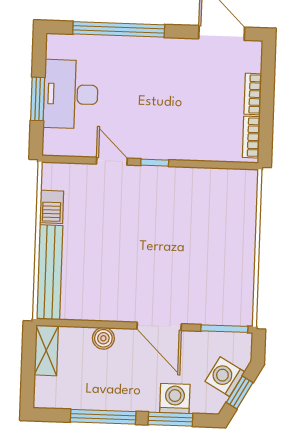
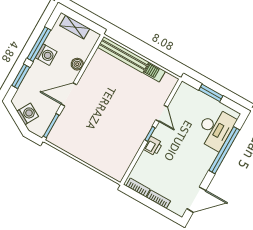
desk: (71, 94) -> (216, 129), moved, turned 90
printer: (172, 147) -> (153, 146), added
door: (112, 161) -> (162, 113), hinge flipped
shelving: (46, 350) -> (75, 27), moved
window: (240, 392) -> (16, 117), removed
washing machine: (175, 398) -> (46, 55), moved

